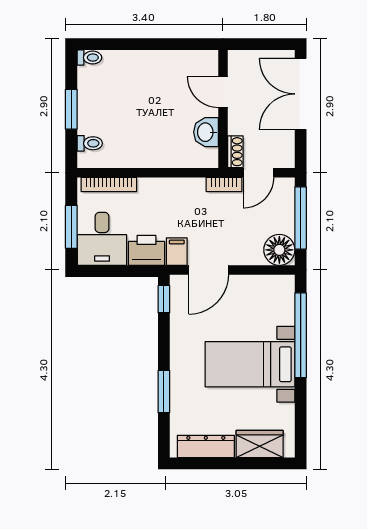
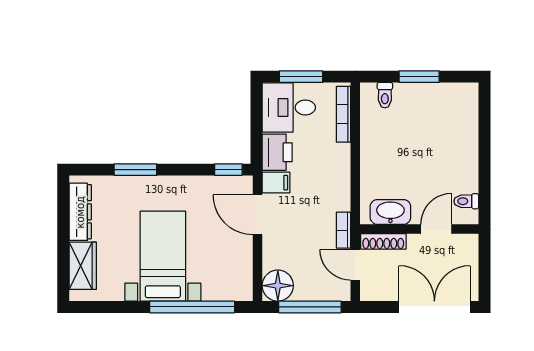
toilet: (89, 58) -> (466, 201), moved, turned 90
washbasin: (206, 132) -> (390, 212), width x1.38
shoe rack: (235, 152) -> (383, 241), width x1.43

